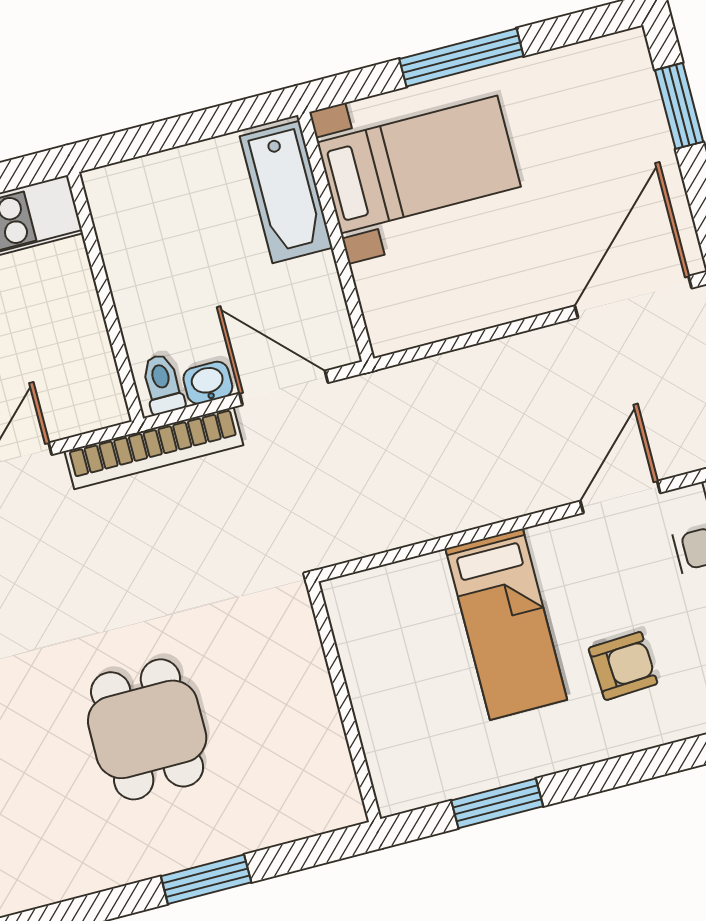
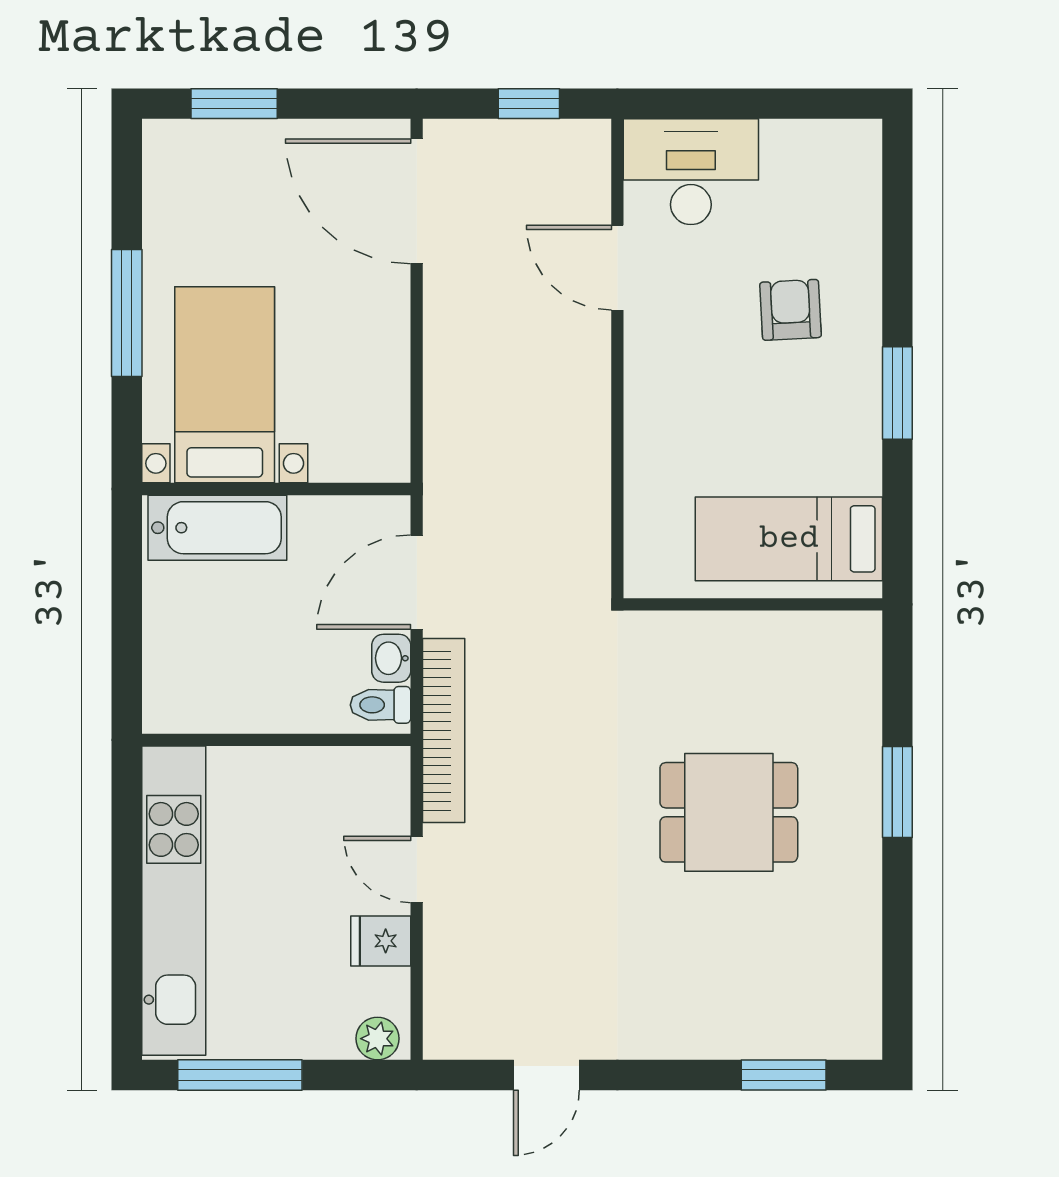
bed: (506, 624) -> (789, 539), moved, turned 180
window: (497, 803) -> (897, 393), moved

